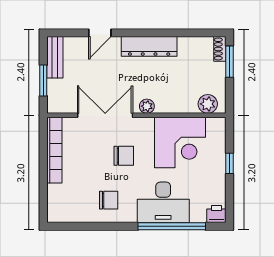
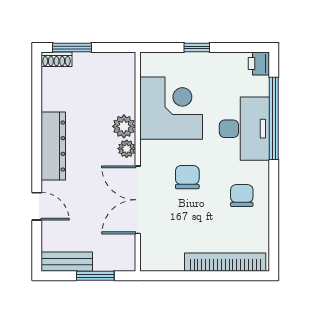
plant: (208, 104) -> (124, 126), moved
bookcase: (54, 150) -> (225, 262), moved

